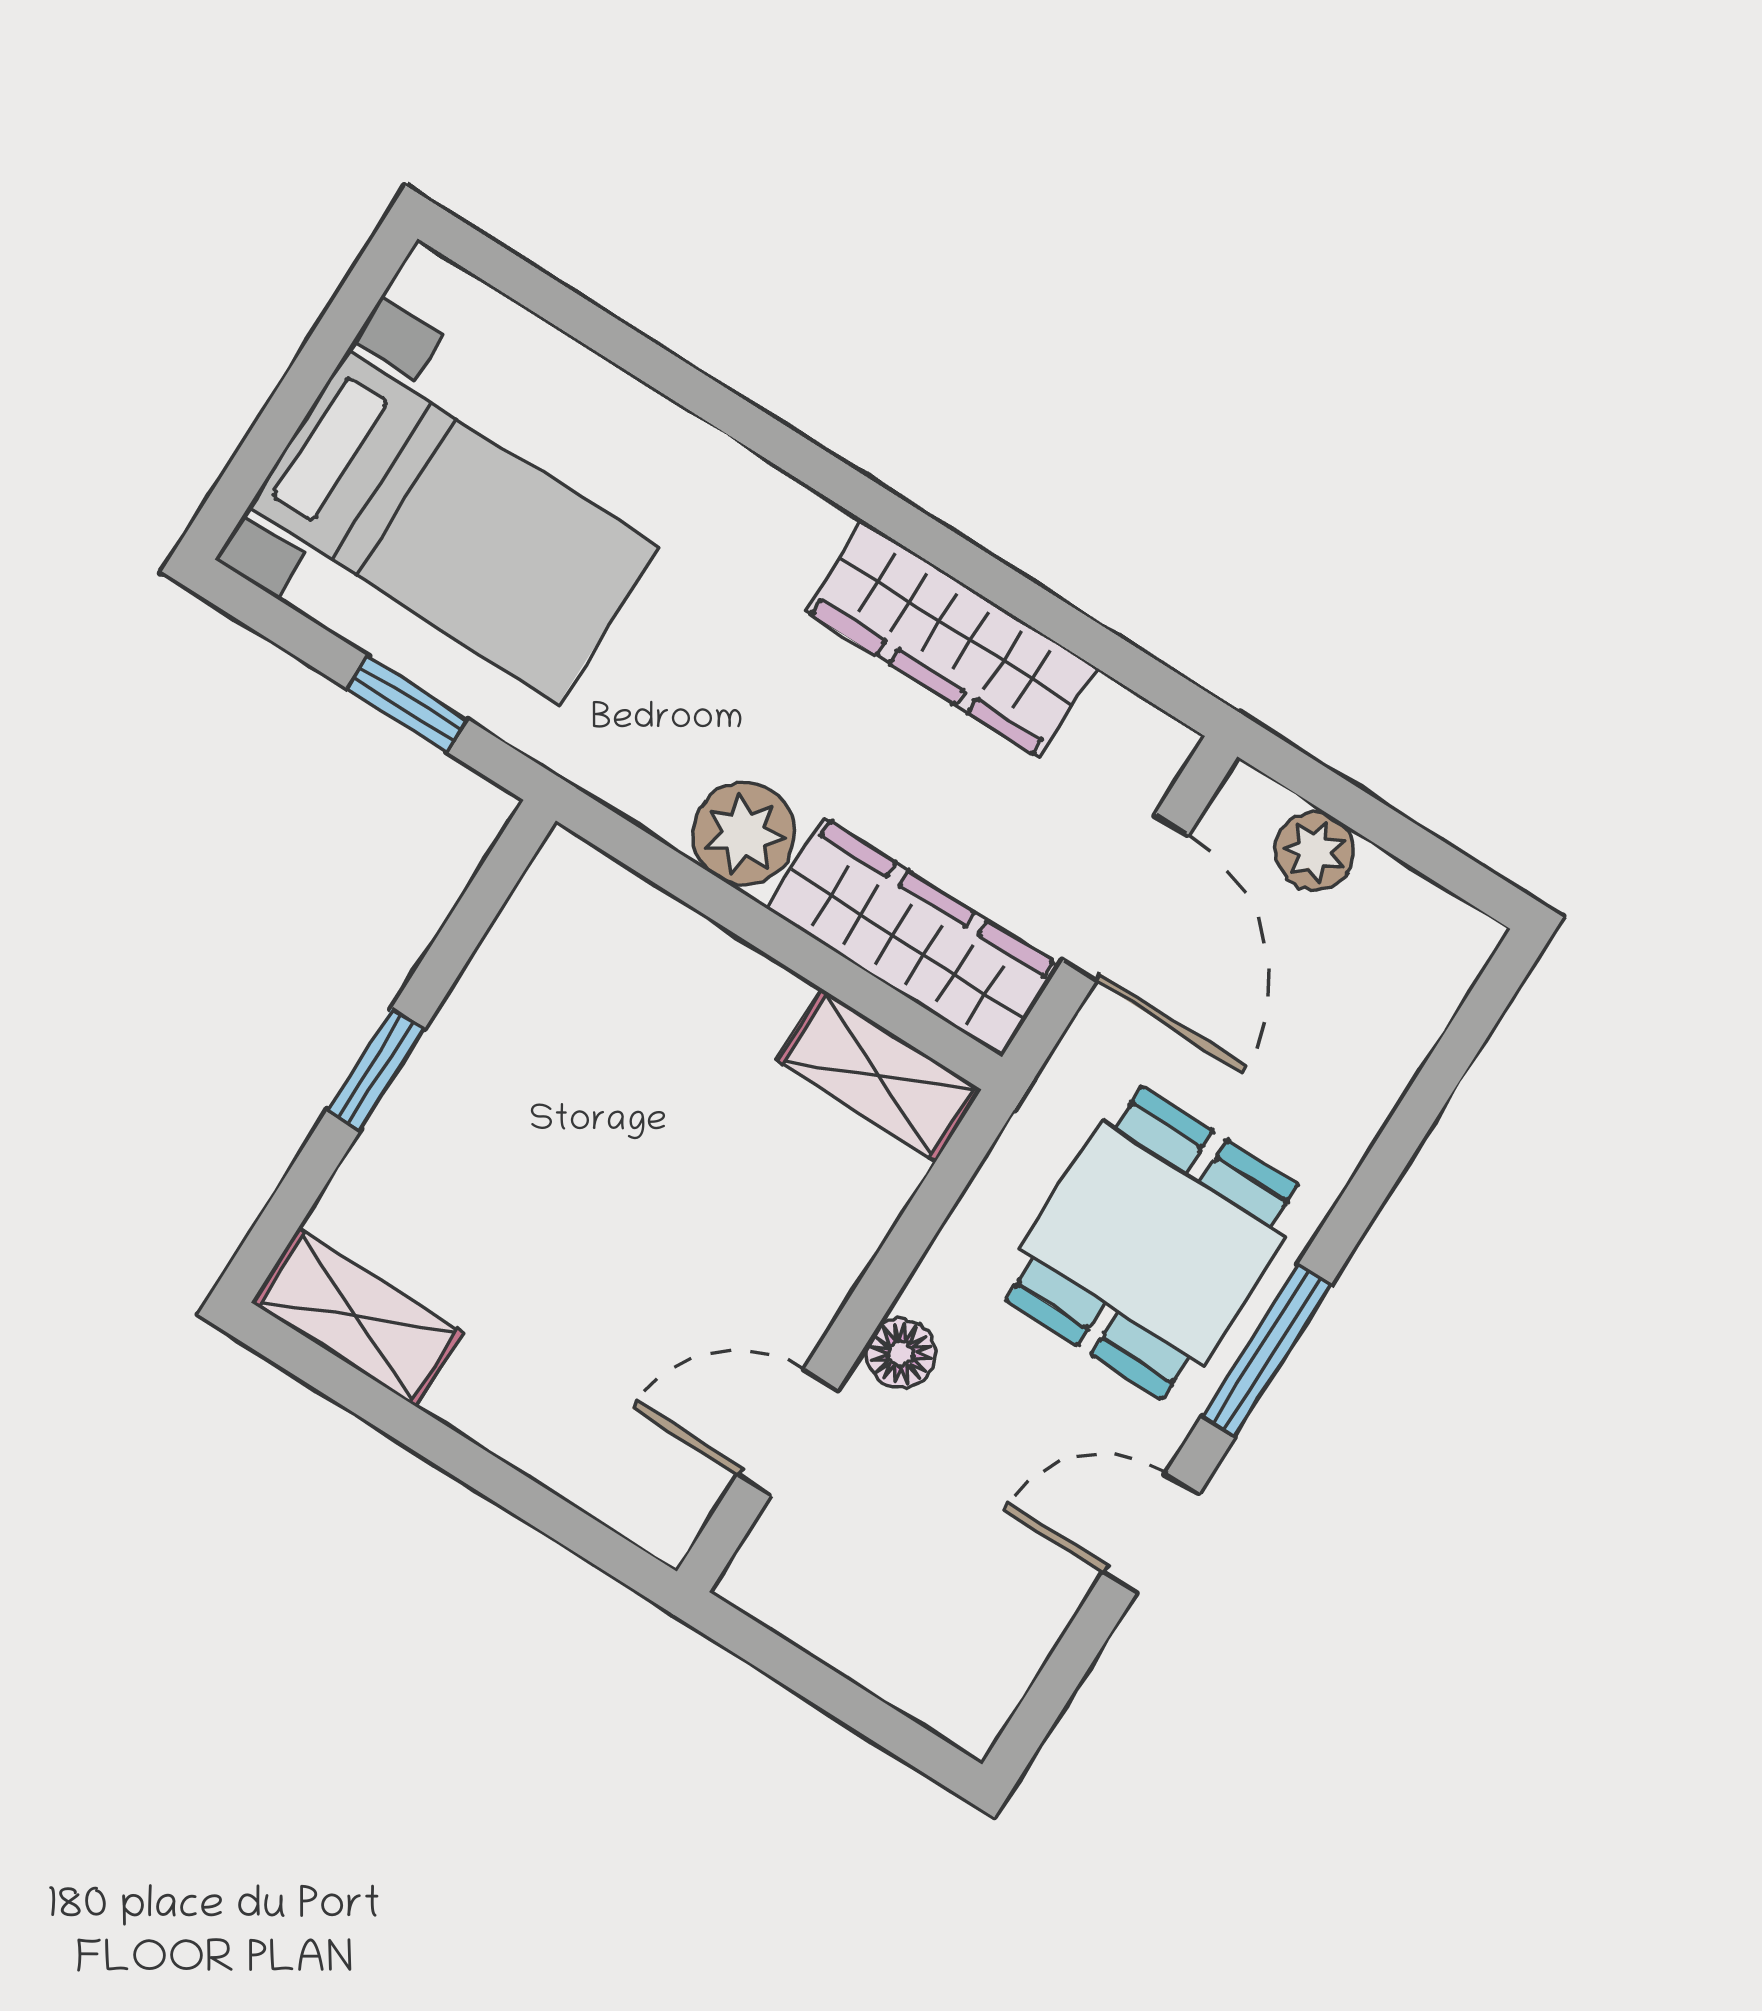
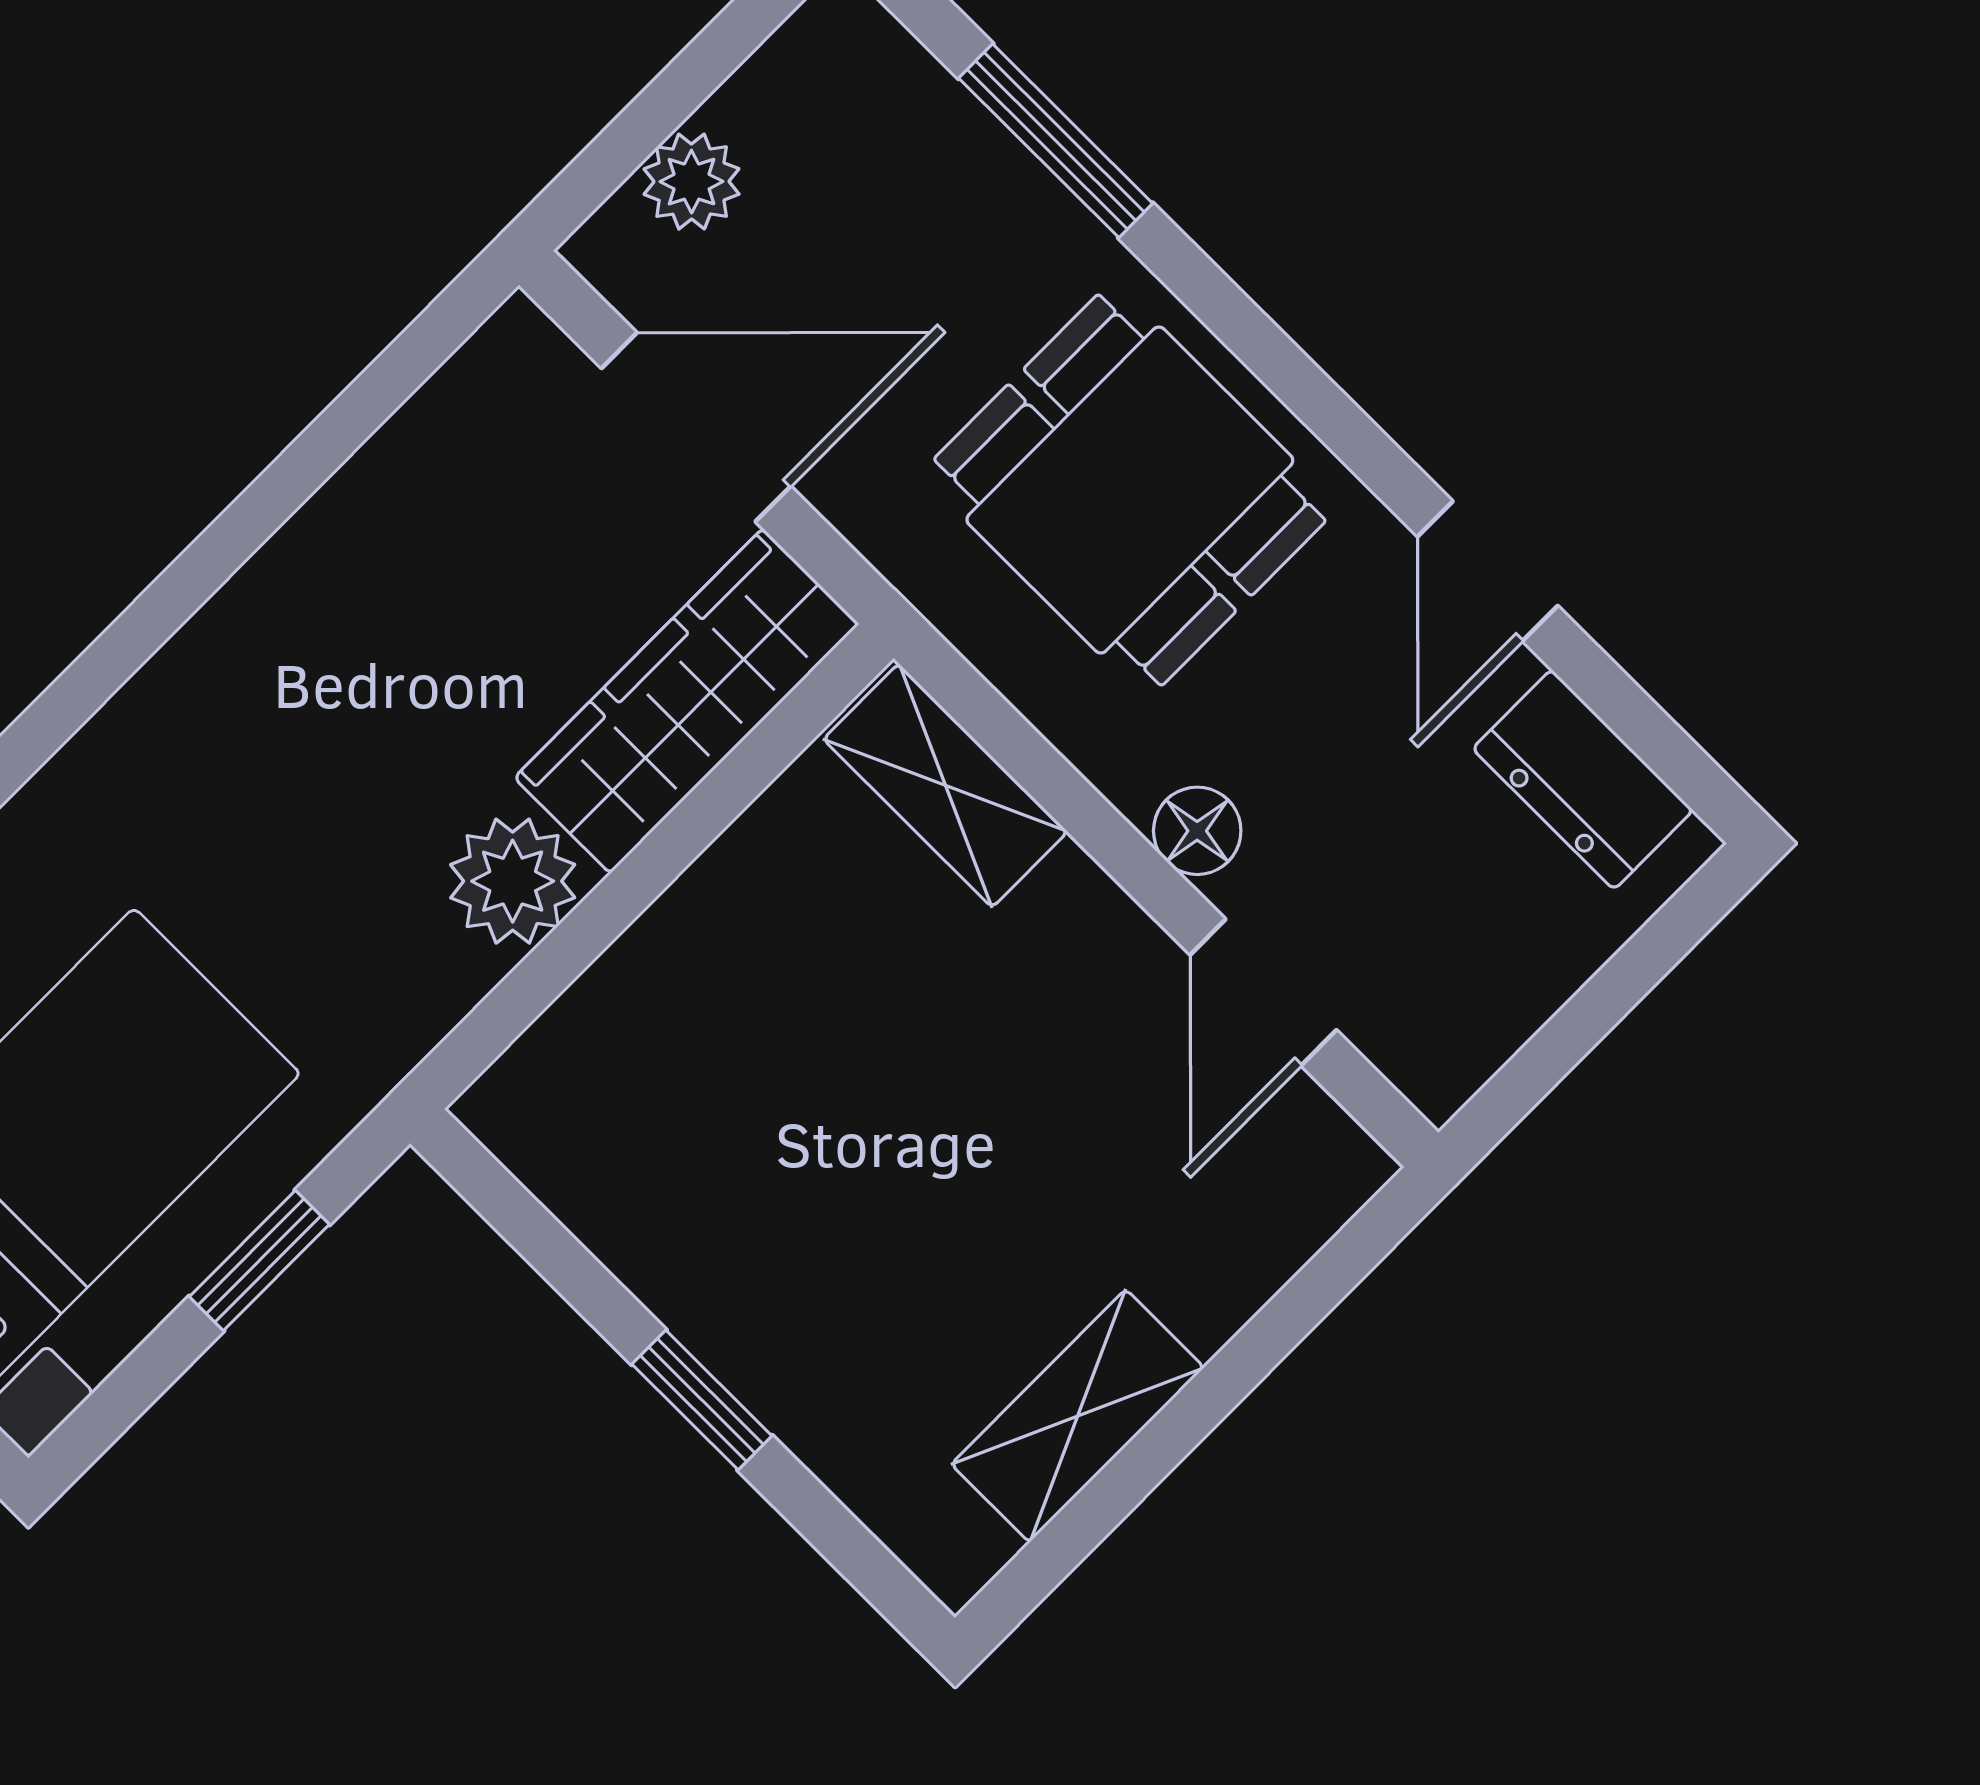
wardrobe: (951, 639) -> (329, 572), removed
shelving: (879, 1075) -> (945, 785), moved, turned 90
shelving: (357, 1318) -> (1078, 1416), moved
window: (1266, 1351) -> (1056, 141), moved
dresser: (1007, 1642) -> (1583, 779), added

